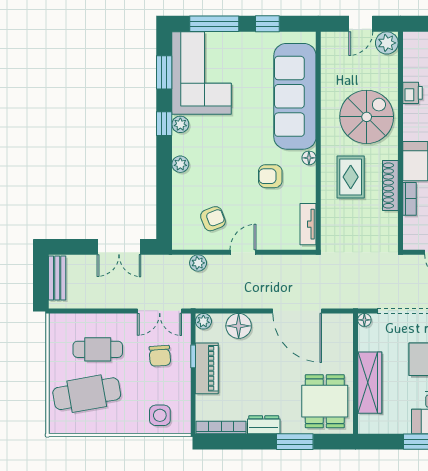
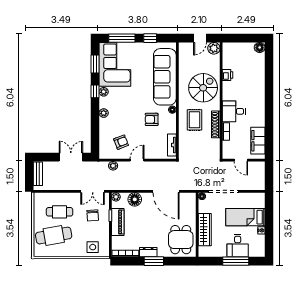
double door: (119, 247) -> (71, 157), swing flipped
window: (295, 442) -> (154, 261), moved

